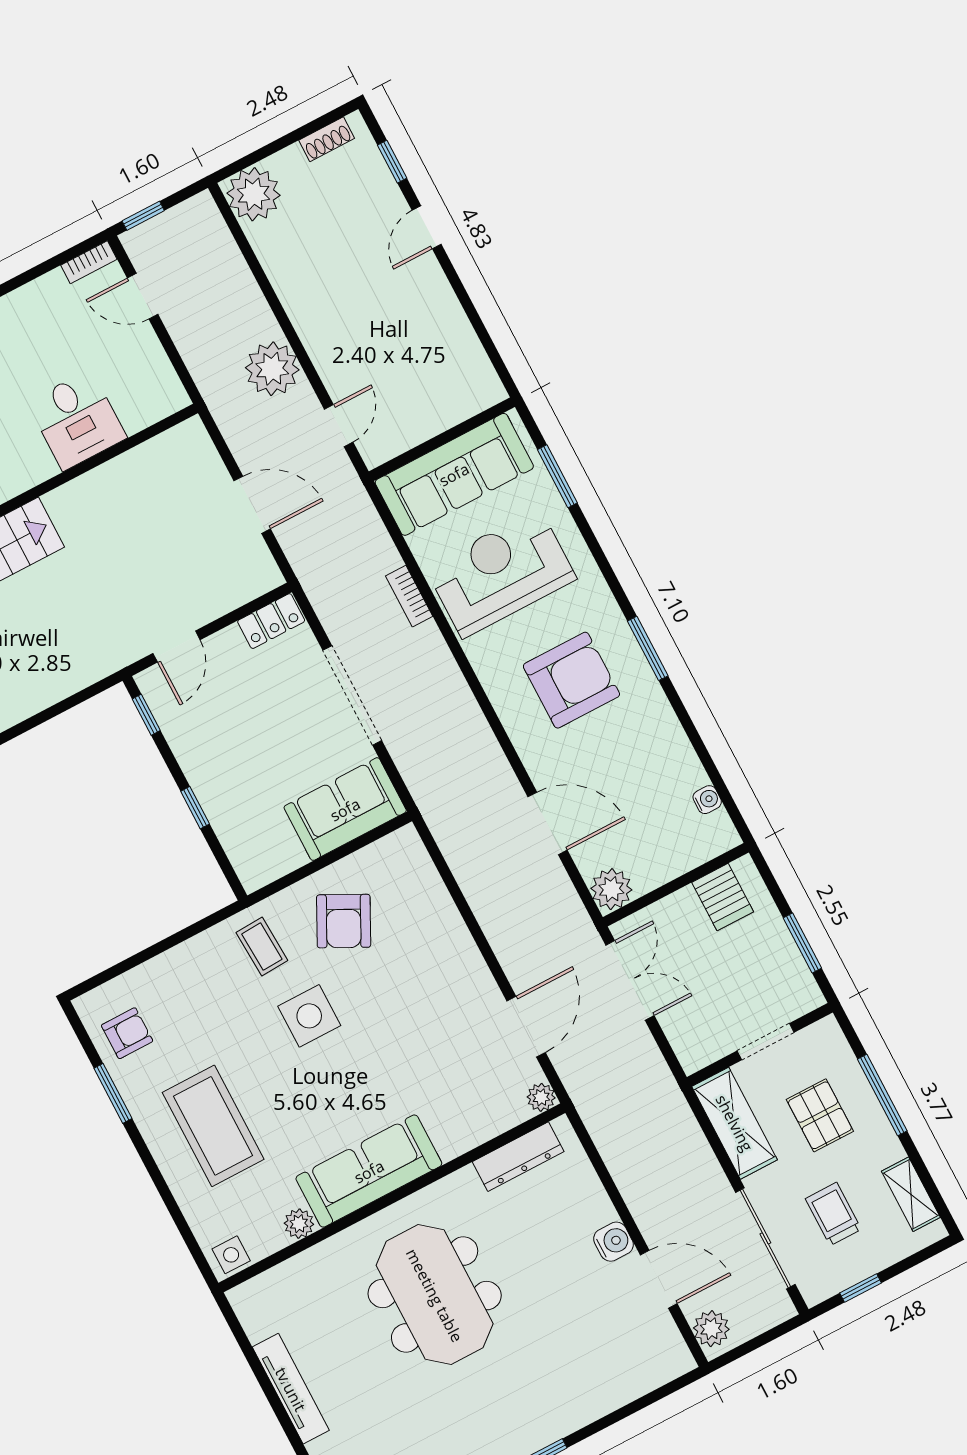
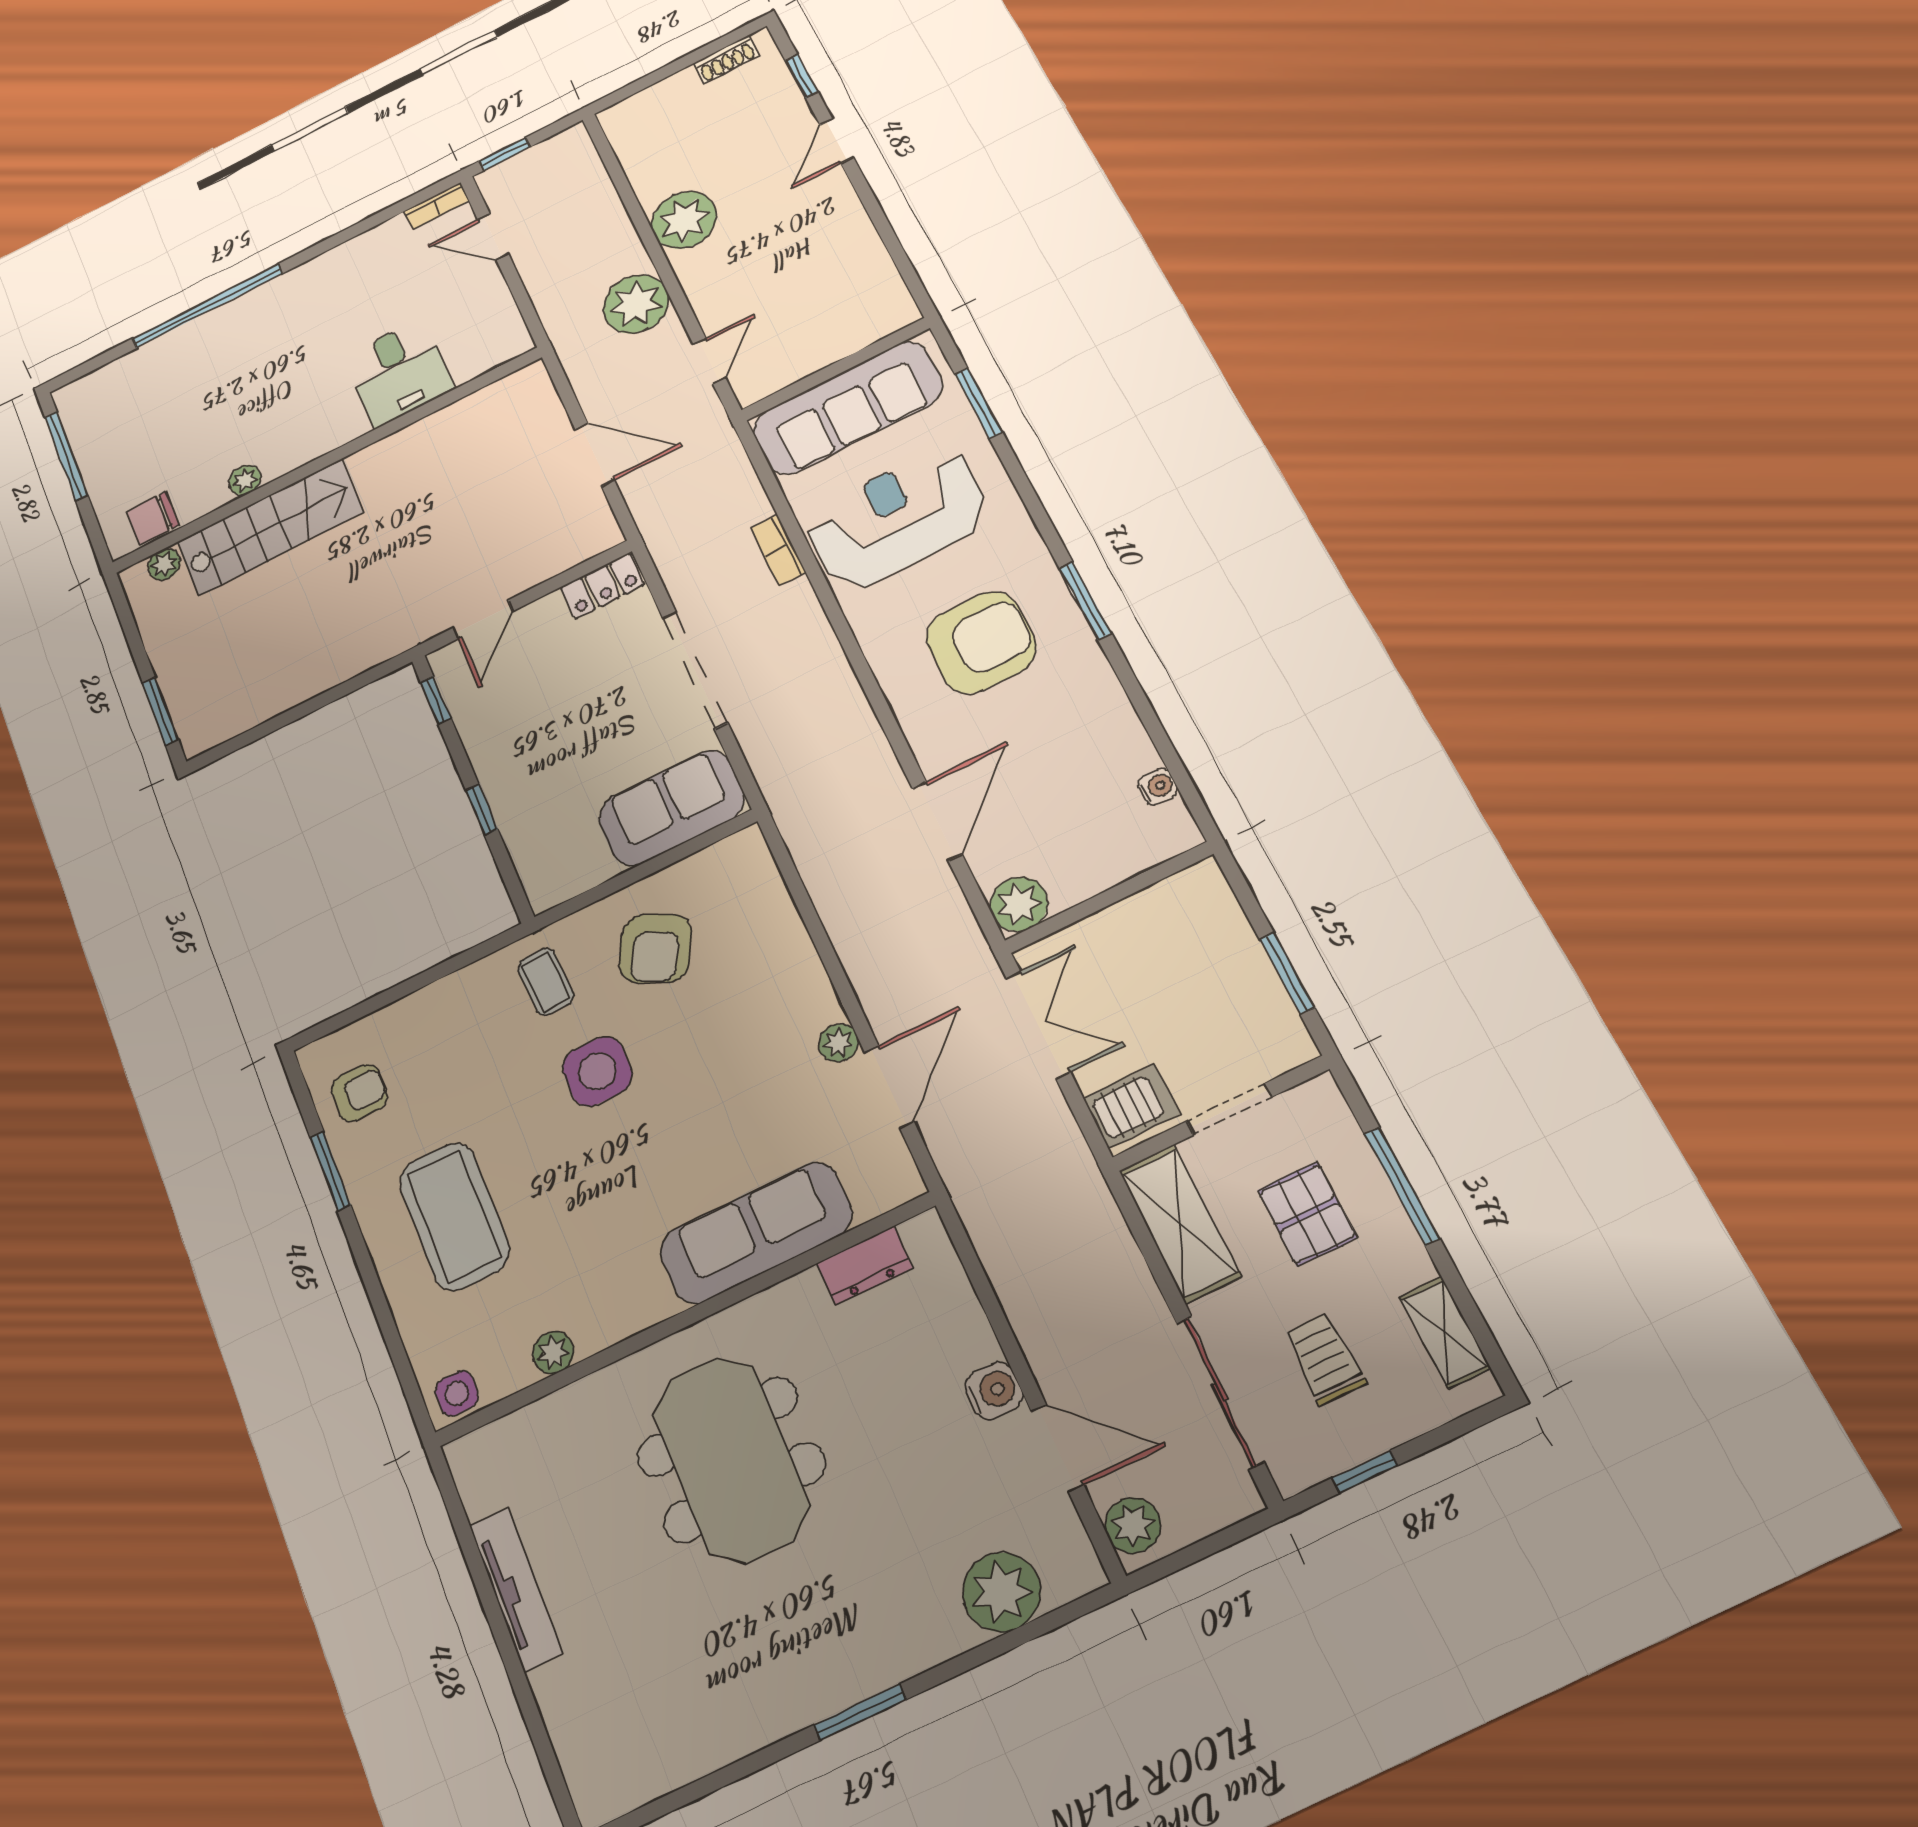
plant: (254, 194) -> (684, 220), moved
door: (548, 823) -> (937, 821), hinge flipped
server rack: (723, 897) -> (1131, 1106), moved, turned -90
plant: (541, 1097) -> (838, 1043), moved
dresser: (518, 1157) -> (865, 1265), width x0.70
sofa: (369, 1171) -> (756, 1233), moved
plant: (626, 1376) -> (1001, 1592), added

